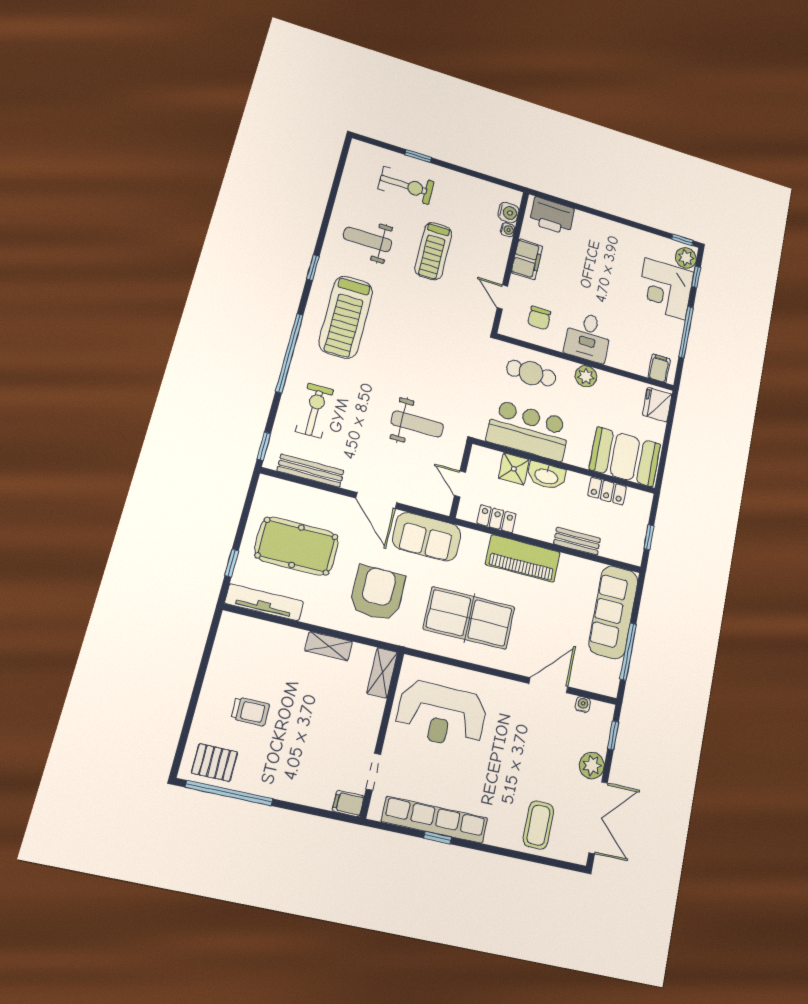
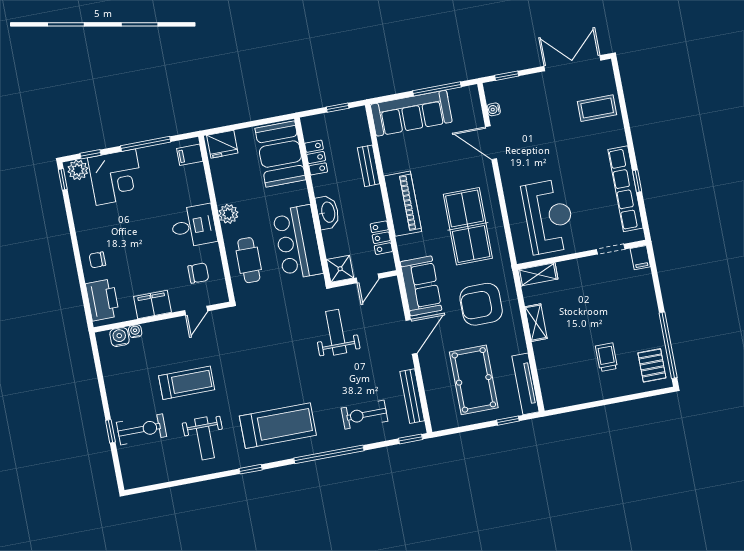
exercise bike: (406, 185) -> (142, 429), turned 90
chair: (593, 231) -> (97, 260), added
shower: (514, 469) -> (340, 269), moved
plant: (592, 766) -> (536, 84), removed

